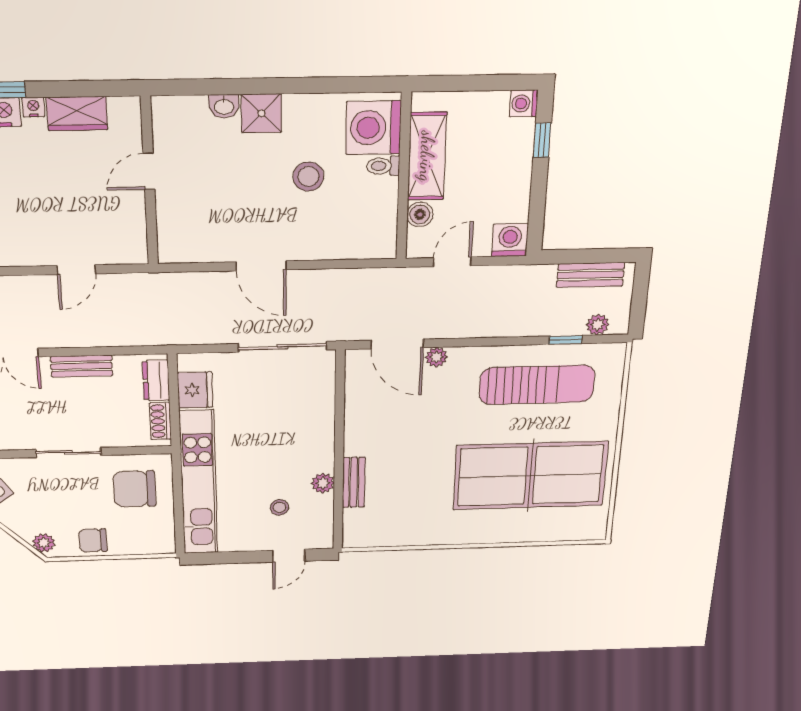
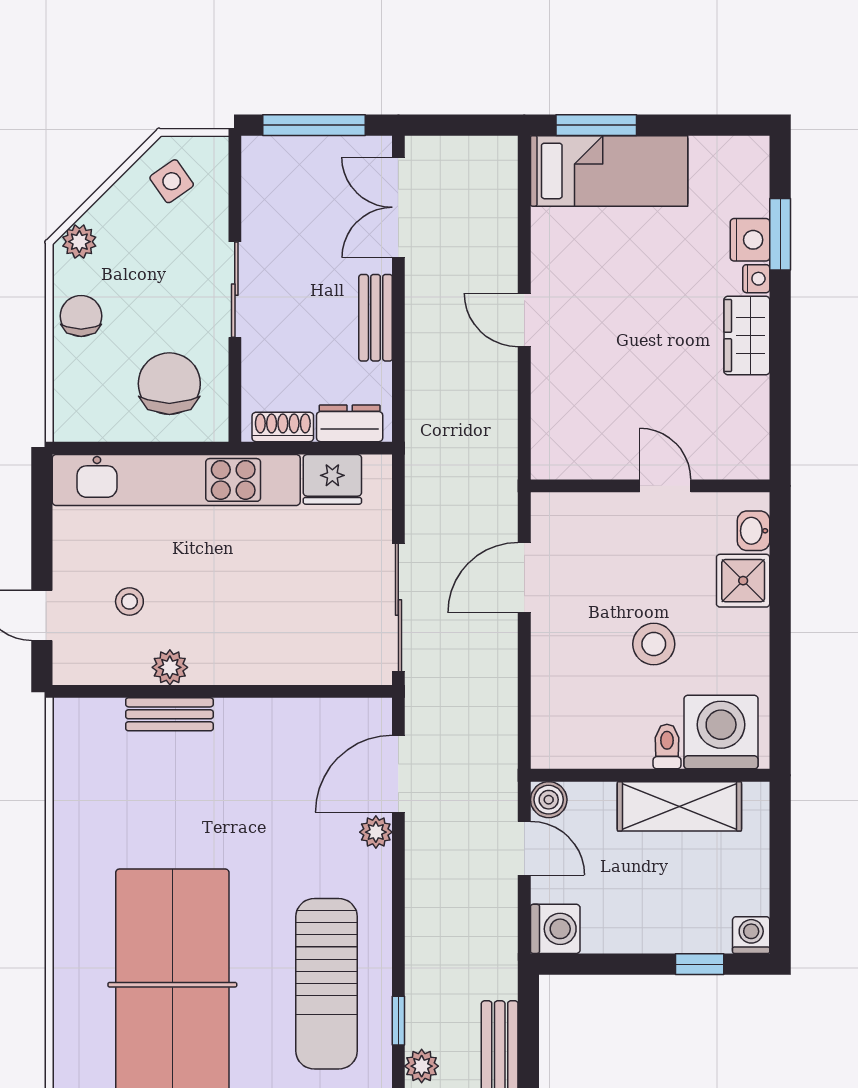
door: (149, 171) -> (665, 486), moved
wall: (149, 182) -> (650, 486), moved
boiler: (420, 214) -> (549, 800), moved

